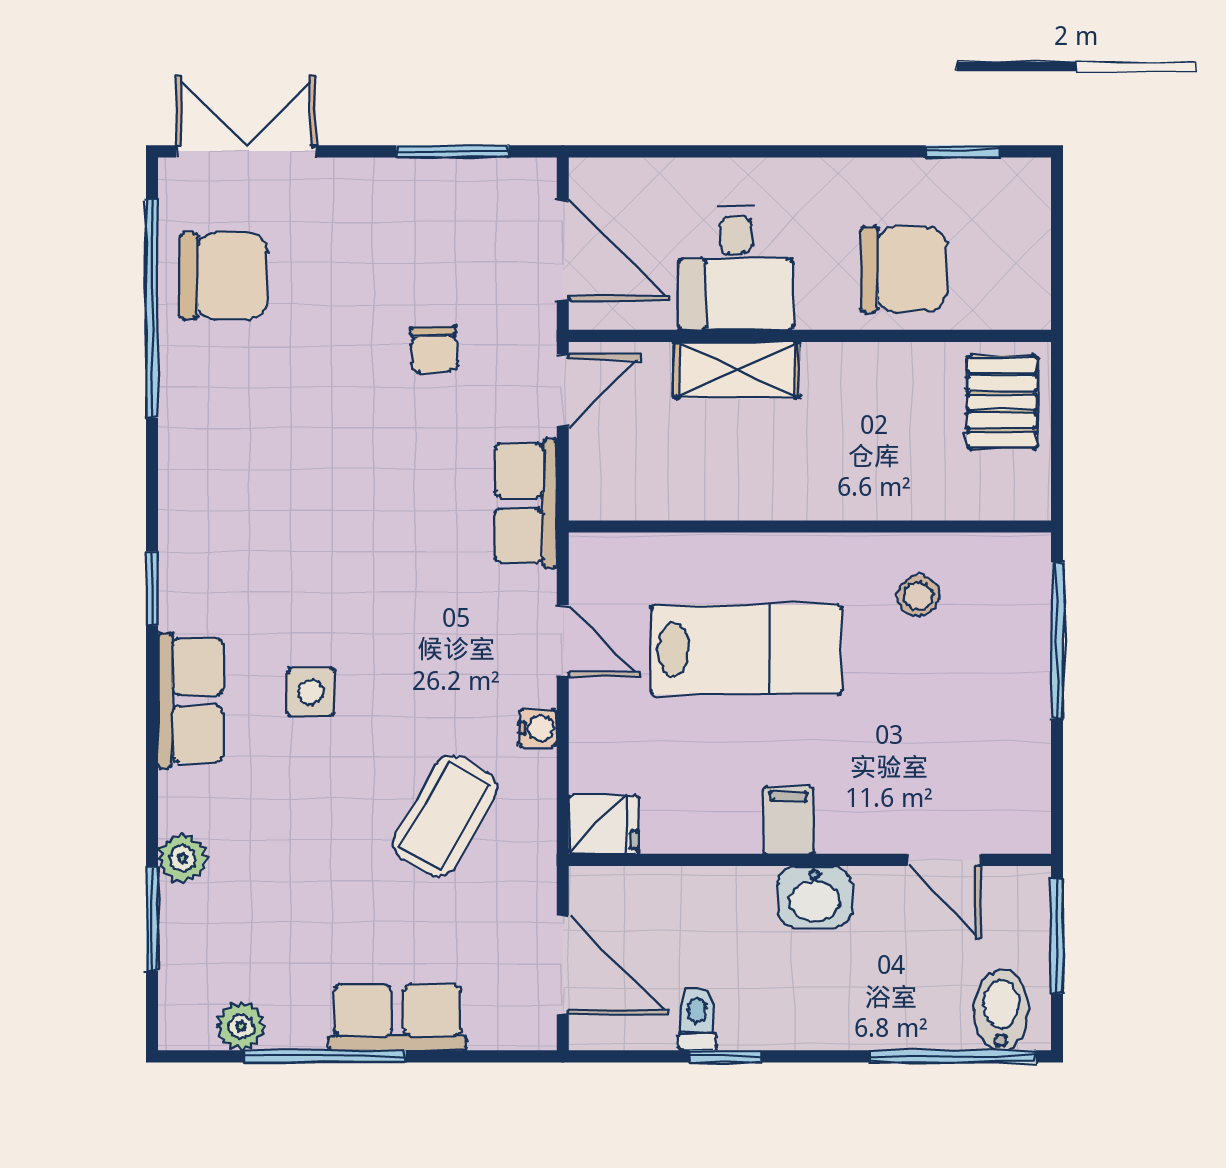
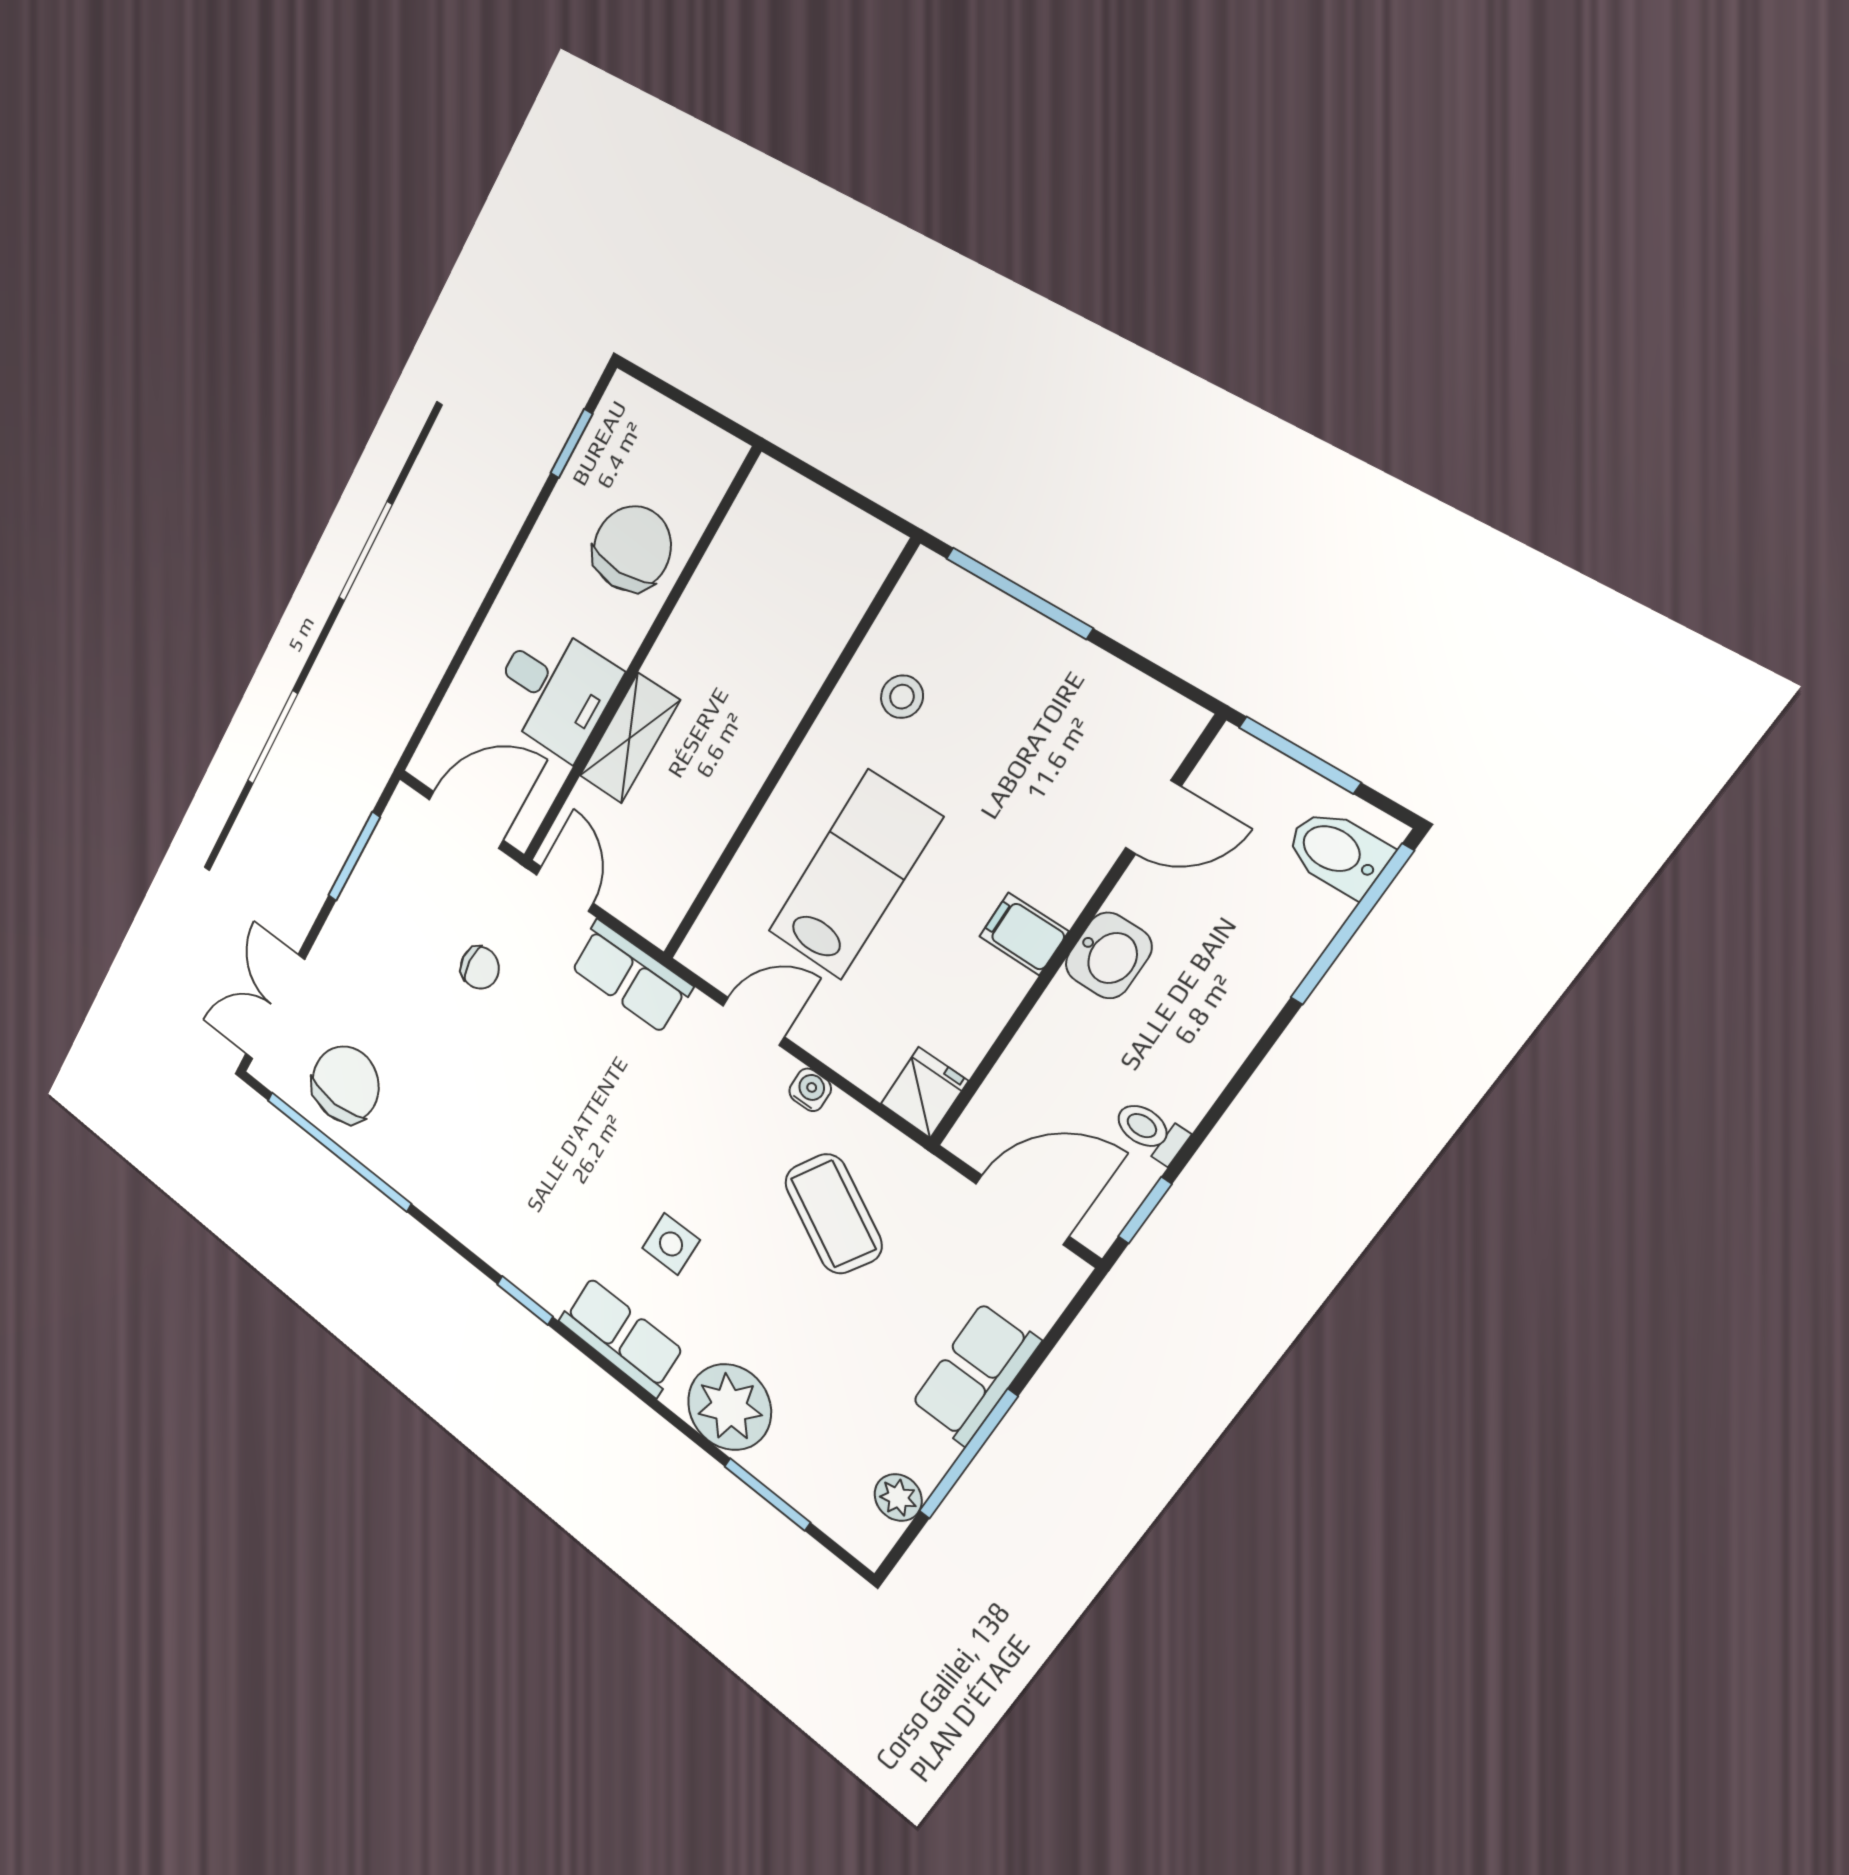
pallet: (1002, 402) -> (785, 525), removed
plant: (182, 858) -> (729, 1407), width x1.88, depth x1.88
window: (725, 1056) -> (1145, 1210), moved

